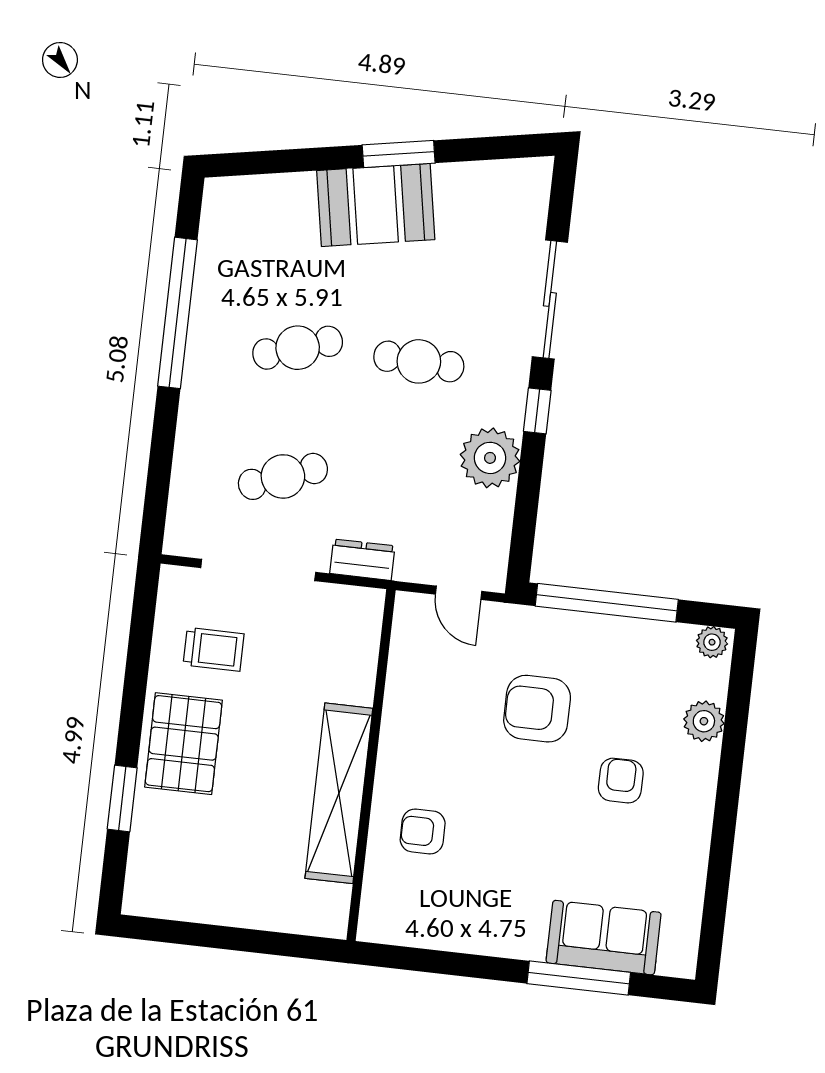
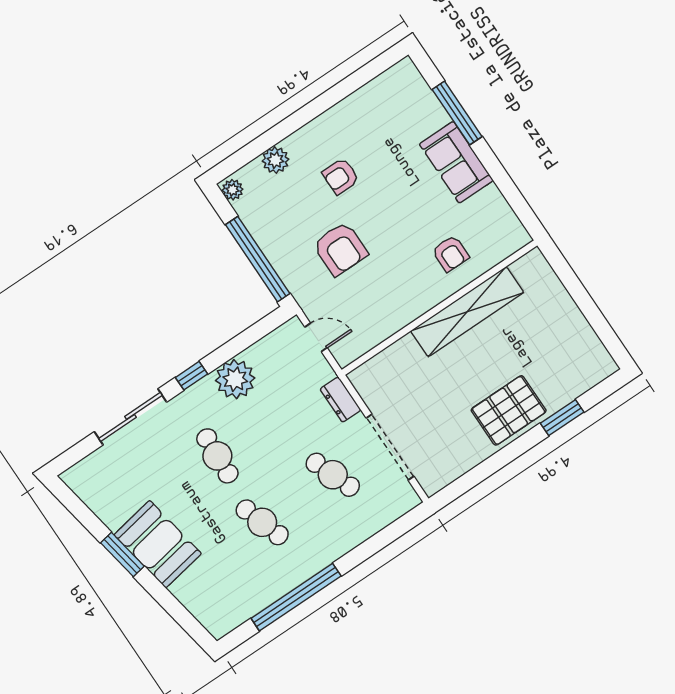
door: (459, 593) -> (316, 337), hinge flipped
trolley: (214, 649) -> (449, 436), removed
sofa: (604, 938) -> (456, 162), moved

